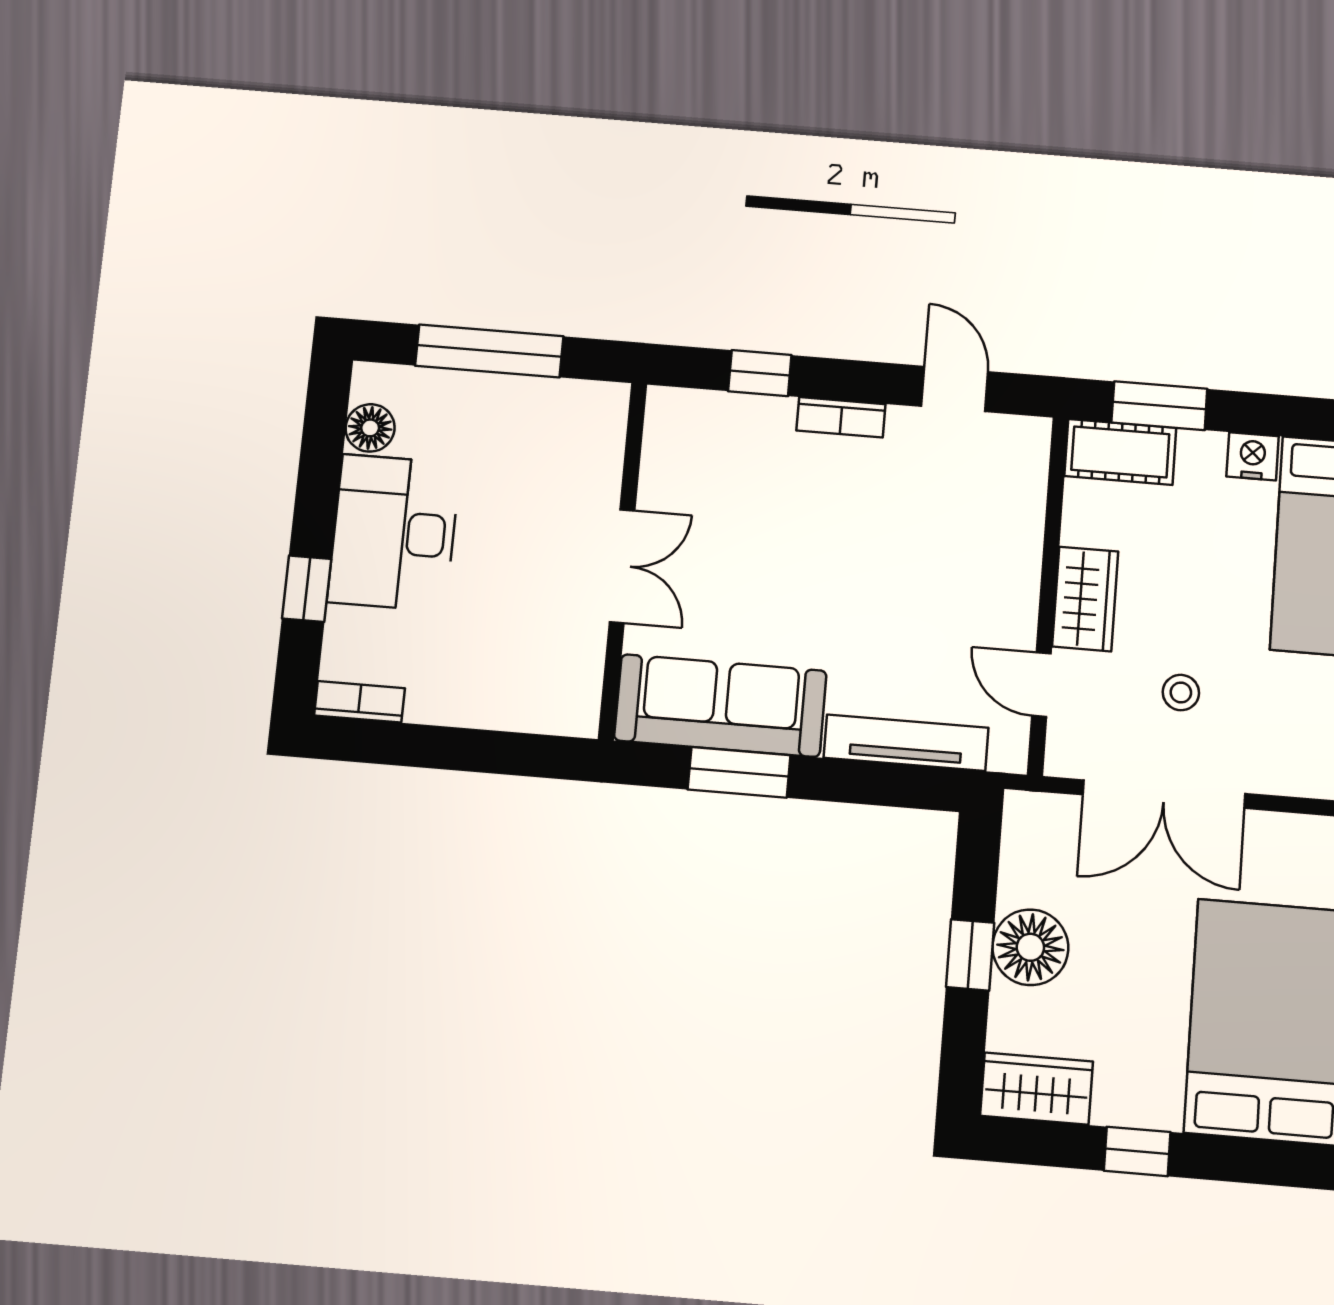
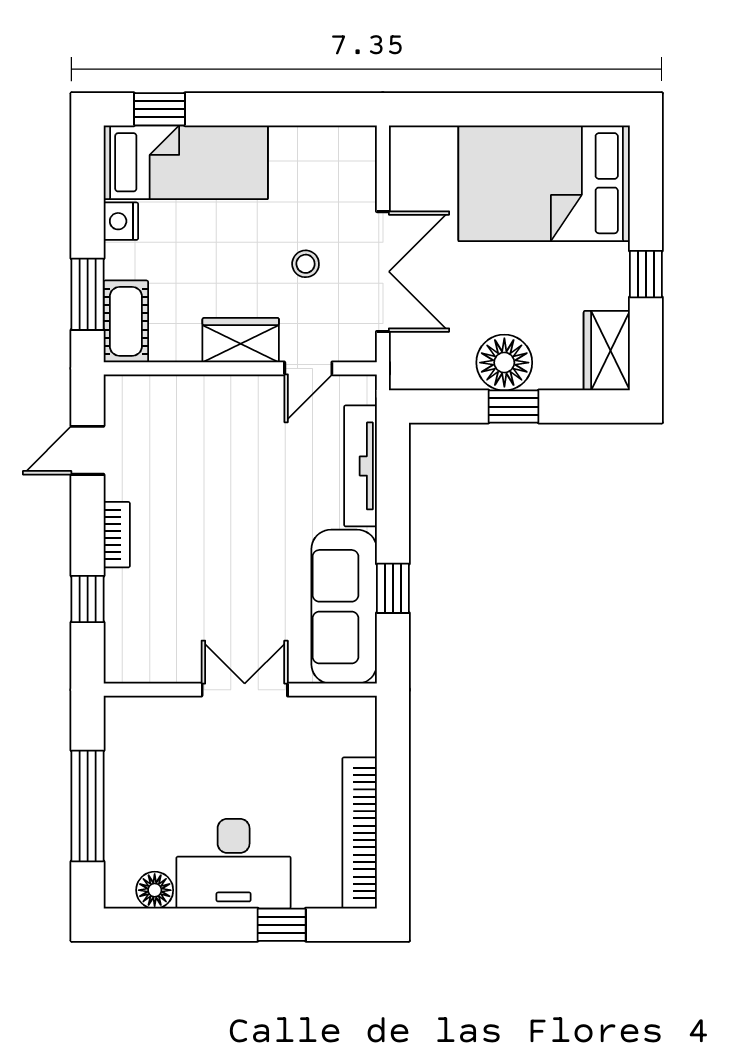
bookcase: (360, 702) -> (360, 833), width x2.31, depth x1.31
window: (739, 772) -> (393, 588), width x0.67

